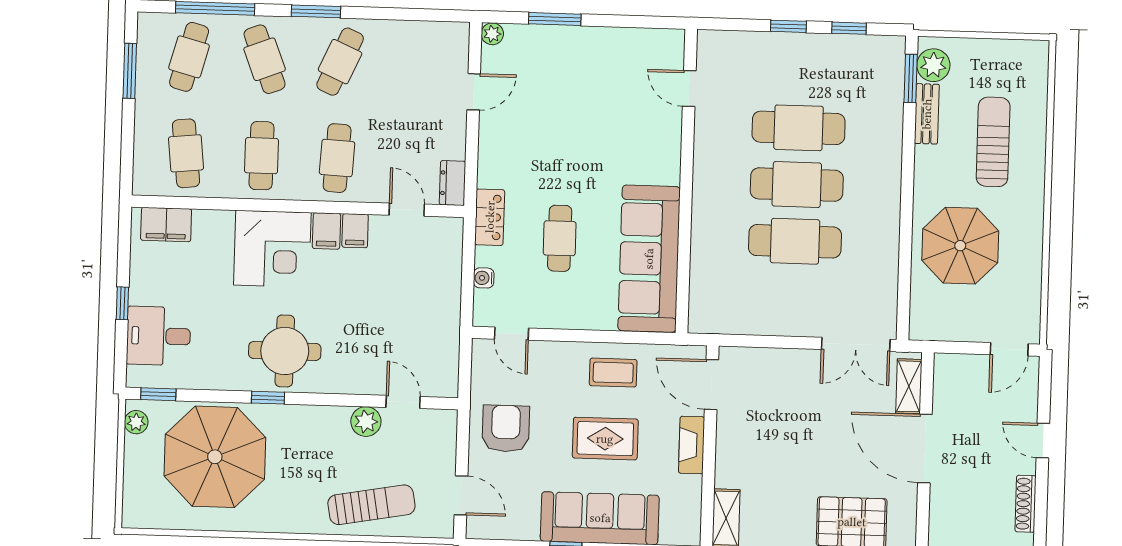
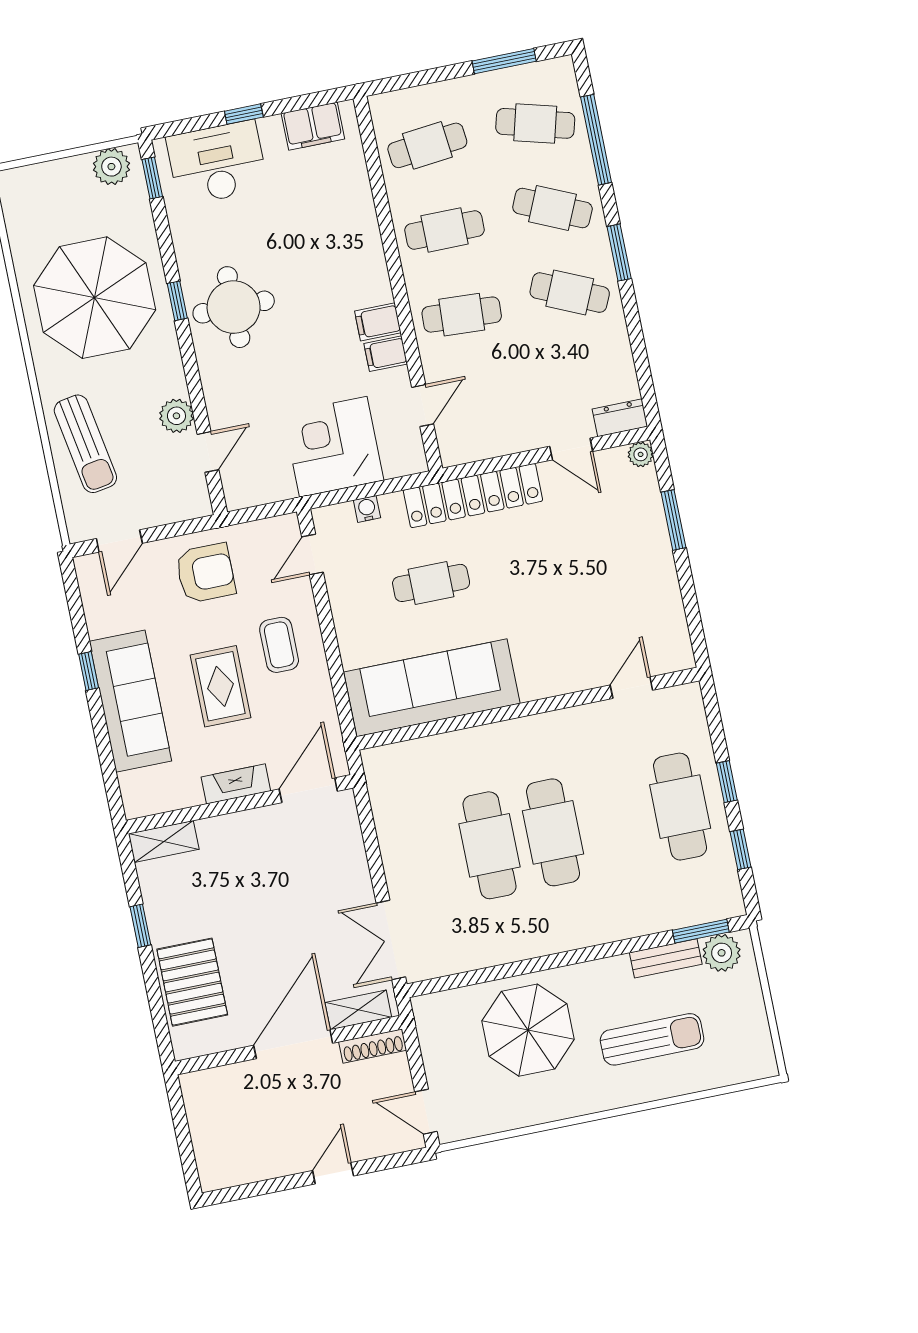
cafe table: (265, 59) -> (552, 208), turned 45
cafe table: (799, 128) -> (680, 807), moved
dresser: (453, 183) -> (620, 418), moved
locker: (490, 217) -> (473, 496), width x2.16, depth x1.21
filing cabinet: (166, 224) -> (313, 126), moved, turned -90
corner desk: (272, 249) -> (333, 447), moved, turned 90
desk: (159, 336) -> (217, 163), width x1.37
coffee table: (613, 373) -> (279, 645), moved
plant: (136, 422) -> (111, 167), width x1.38, depth x1.38
parasol: (215, 457) -> (95, 298), moved
shoe rack: (1026, 504) -> (373, 1046), moved, turned 180

